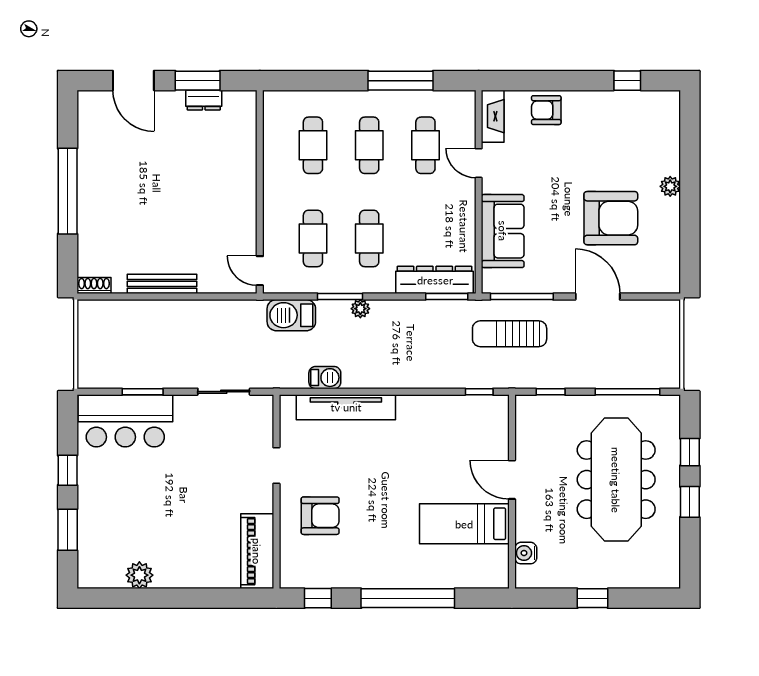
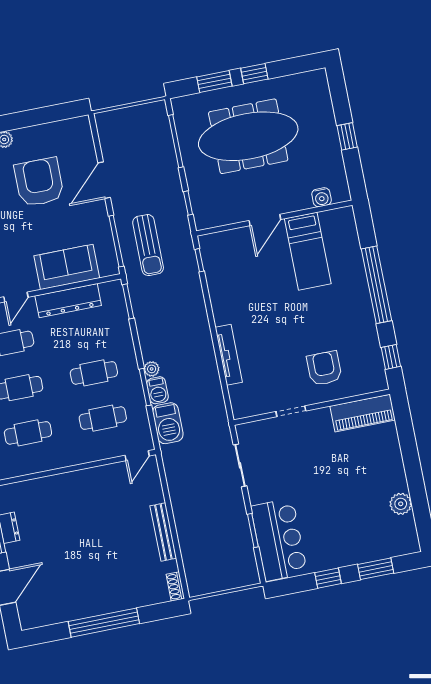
dresser: (435, 280) -> (68, 301), moved, turned -90
barbecue: (325, 378) -> (158, 390), moved, turned 180
tv unit: (346, 407) -> (229, 355), width x0.73, depth x0.78
window: (690, 452) -> (214, 82), width x1.50

